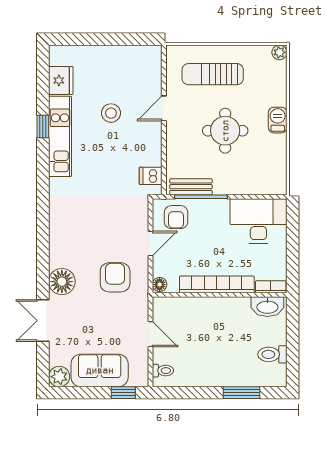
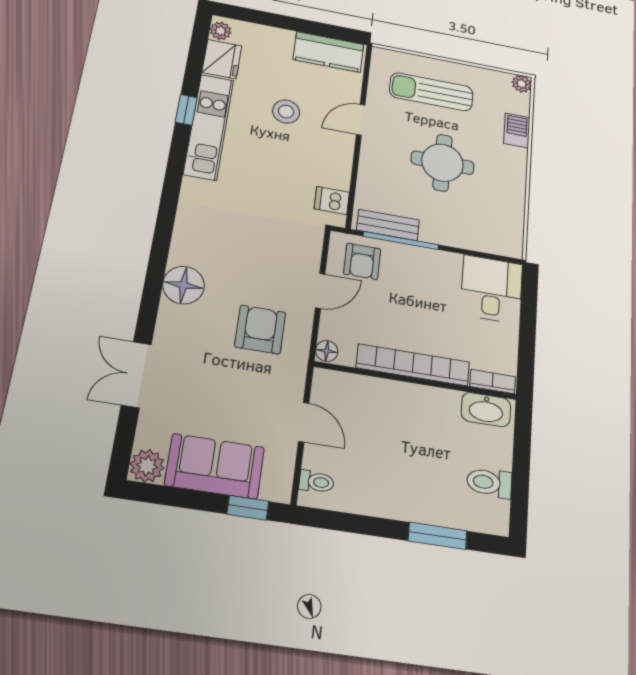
plant: (56, 57) -> (220, 31), added
kitchen counter: (135, 57) -> (328, 52), added
barbecue: (278, 120) -> (517, 130), moved
desk: (258, 221) -> (492, 289), width x0.73
floor lamp: (62, 282) -> (183, 285), moved

